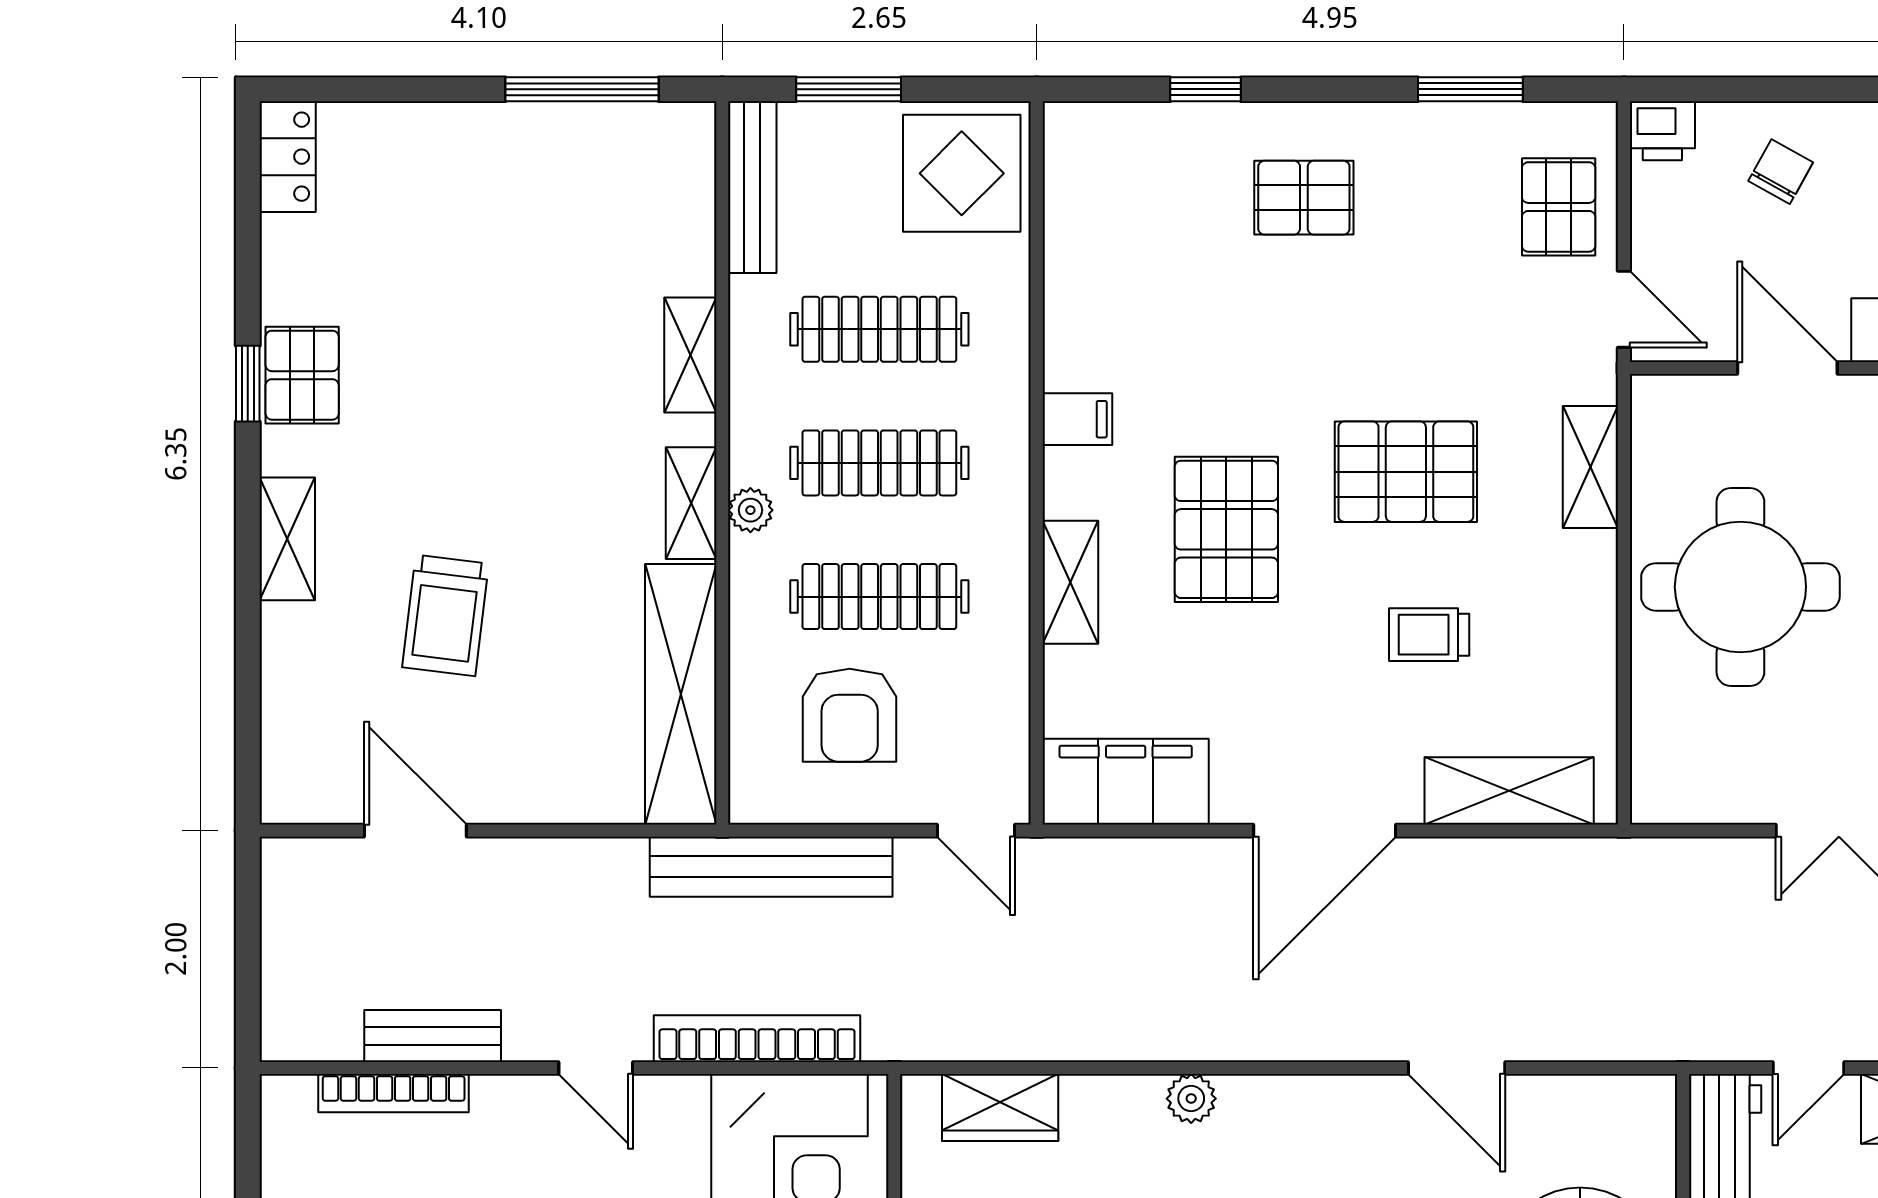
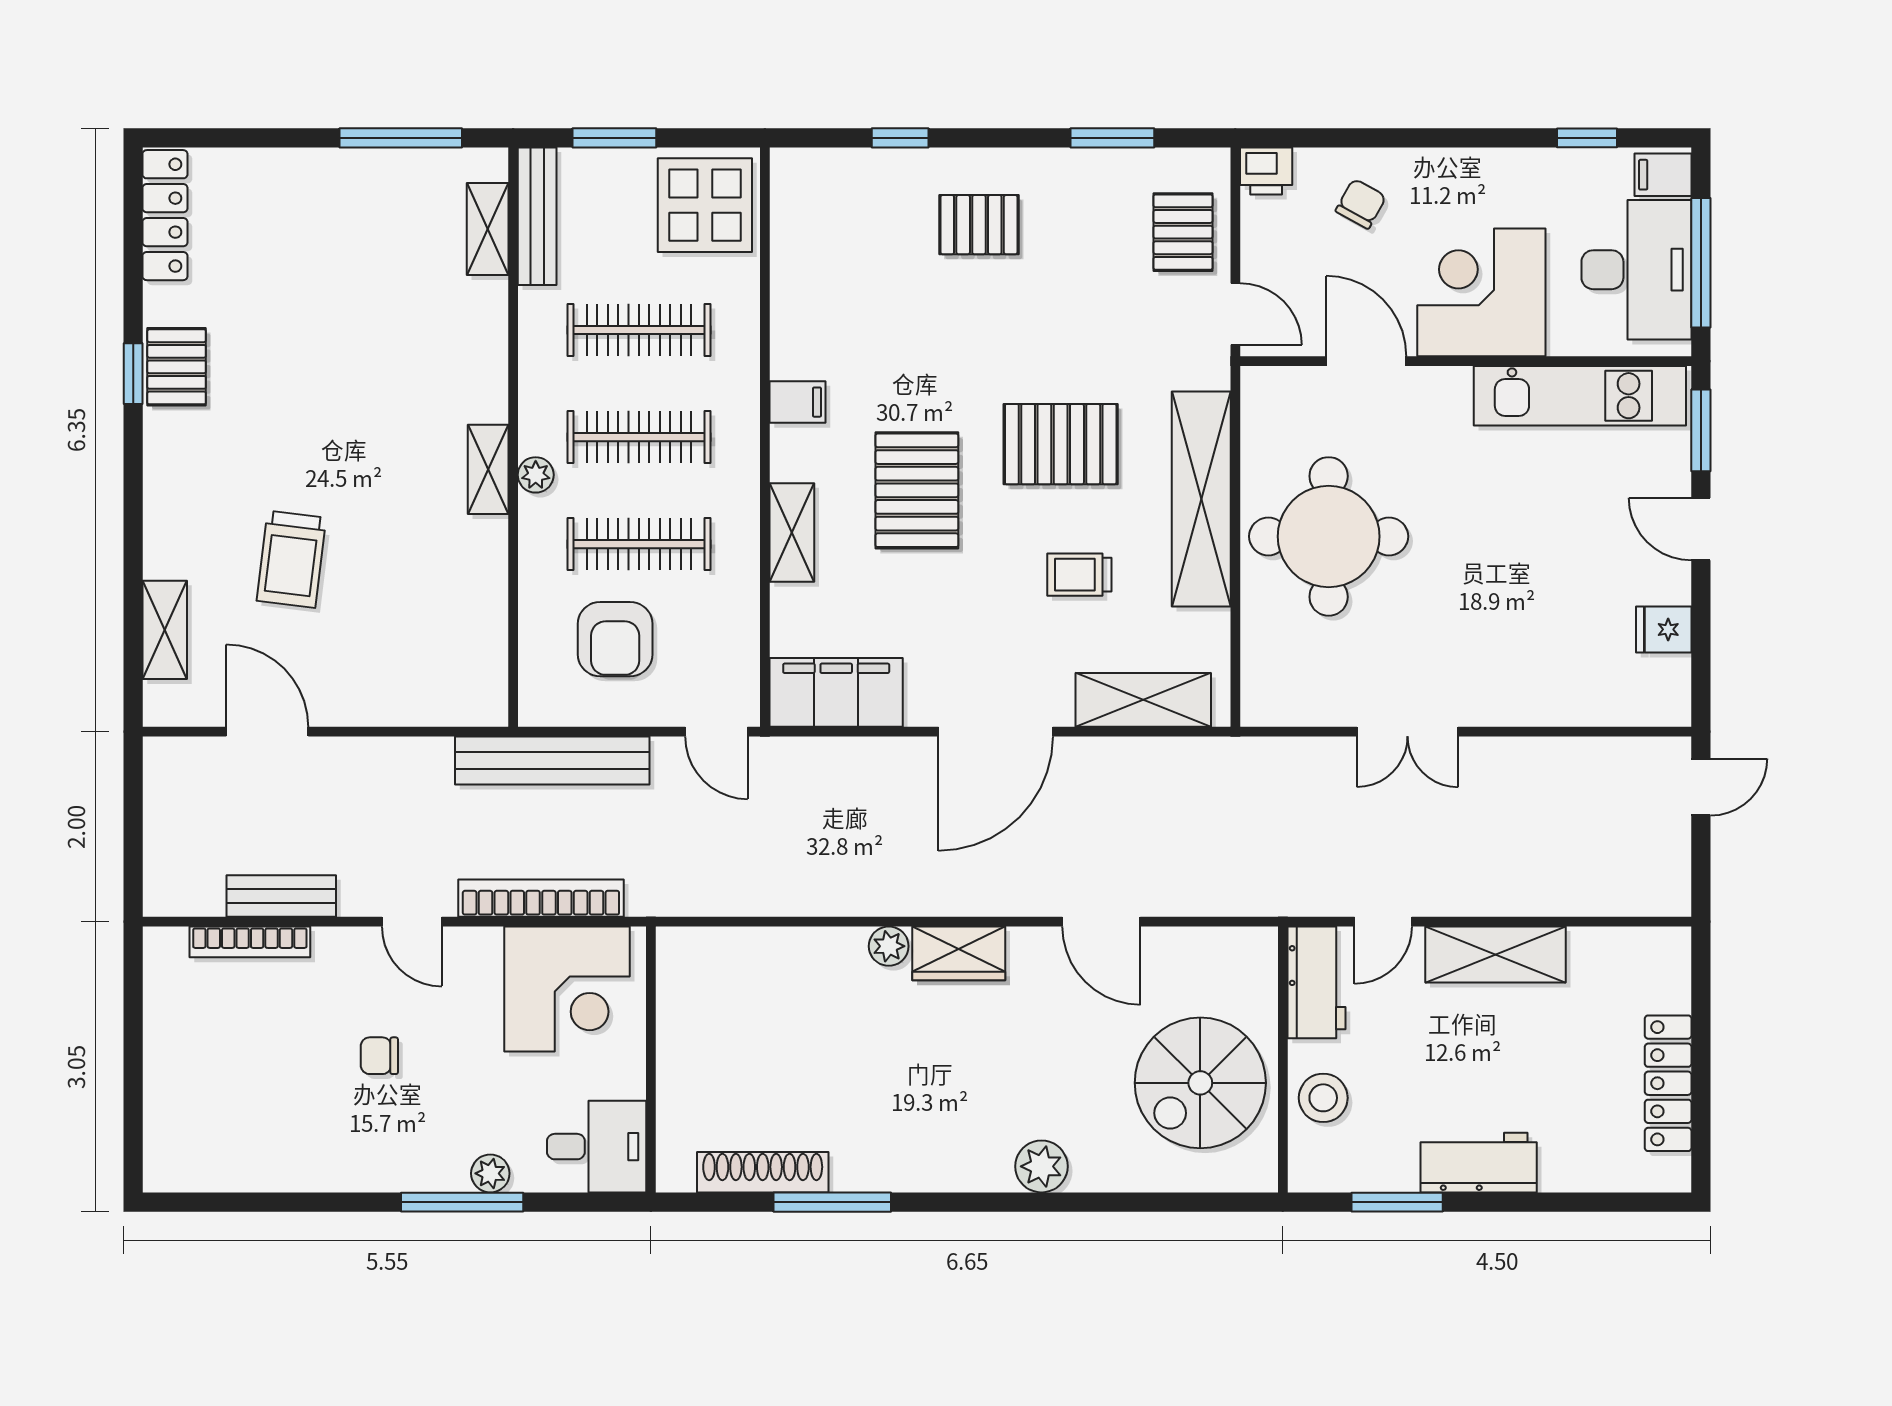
locker: (288, 157) -> (165, 215), width x1.53
shelving: (690, 355) -> (488, 229), moved
shelving: (1590, 467) -> (1201, 499), width x2.20, depth x1.33
shelving: (287, 539) -> (165, 630), moved
shelving: (681, 694) -> (480, 622), removed
wardrobe: (1000, 1108) -> (959, 953), moved

